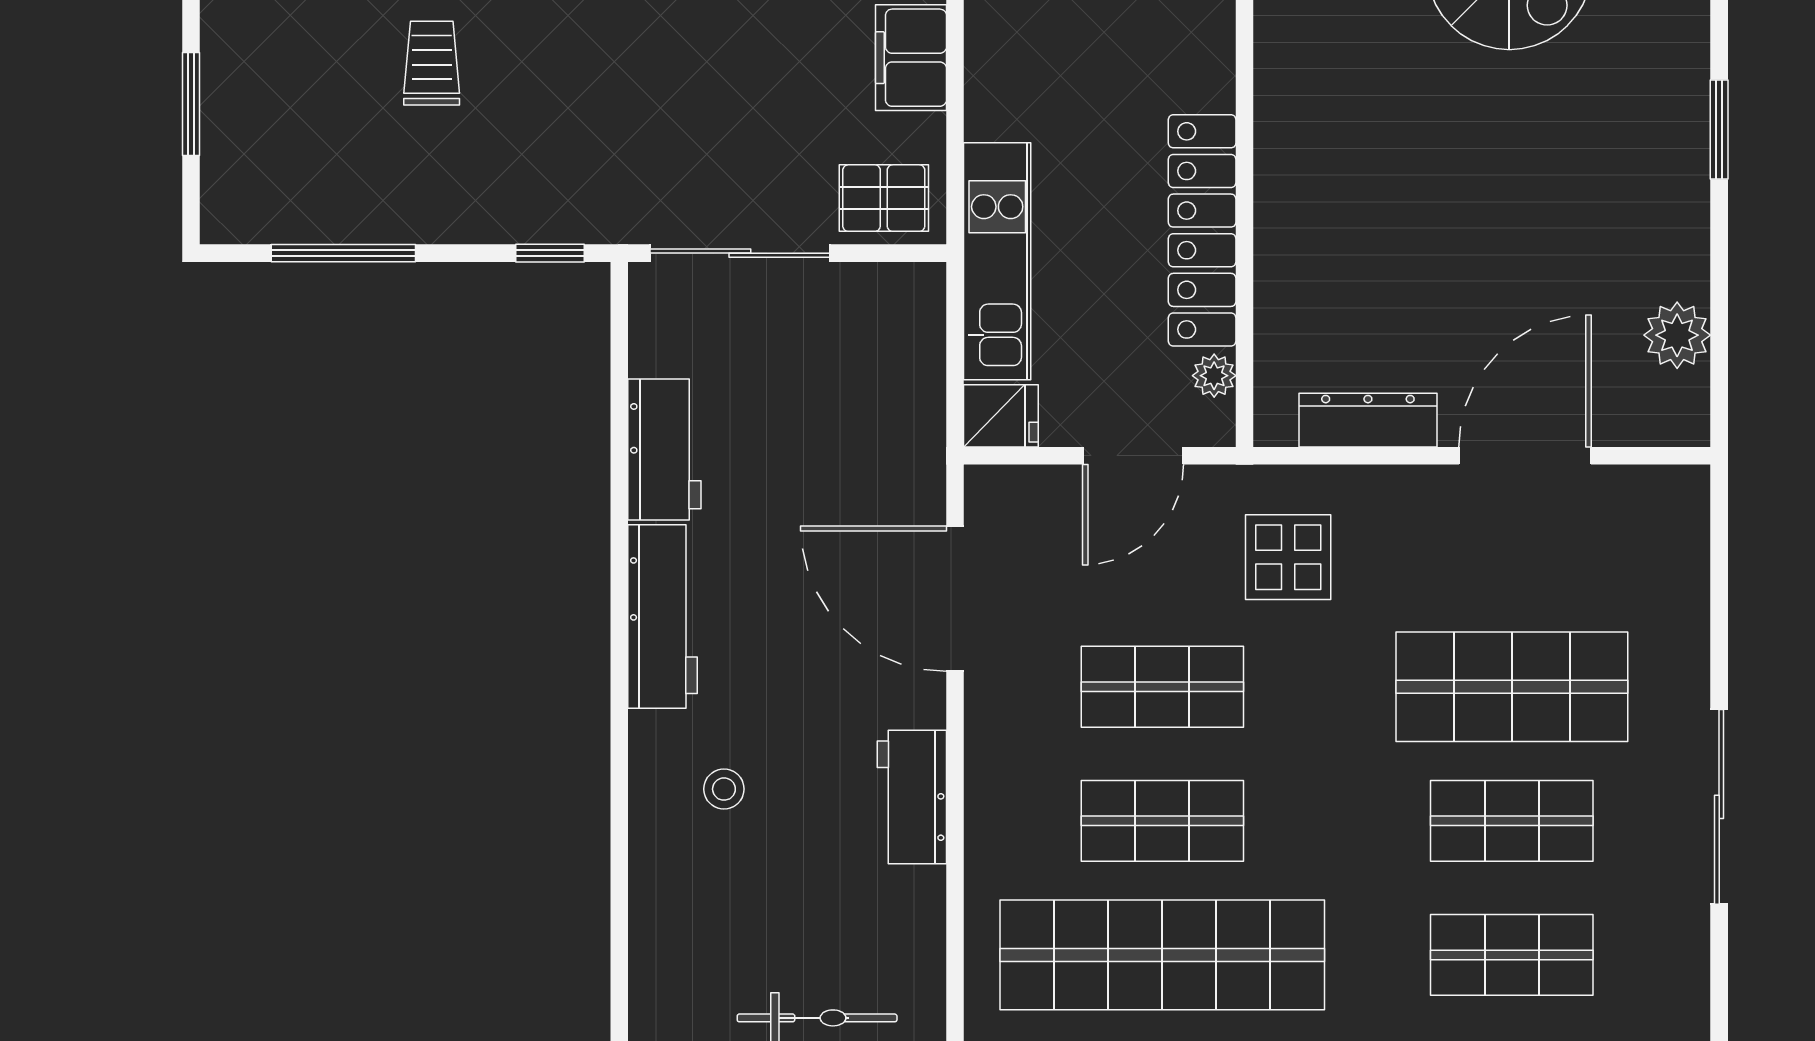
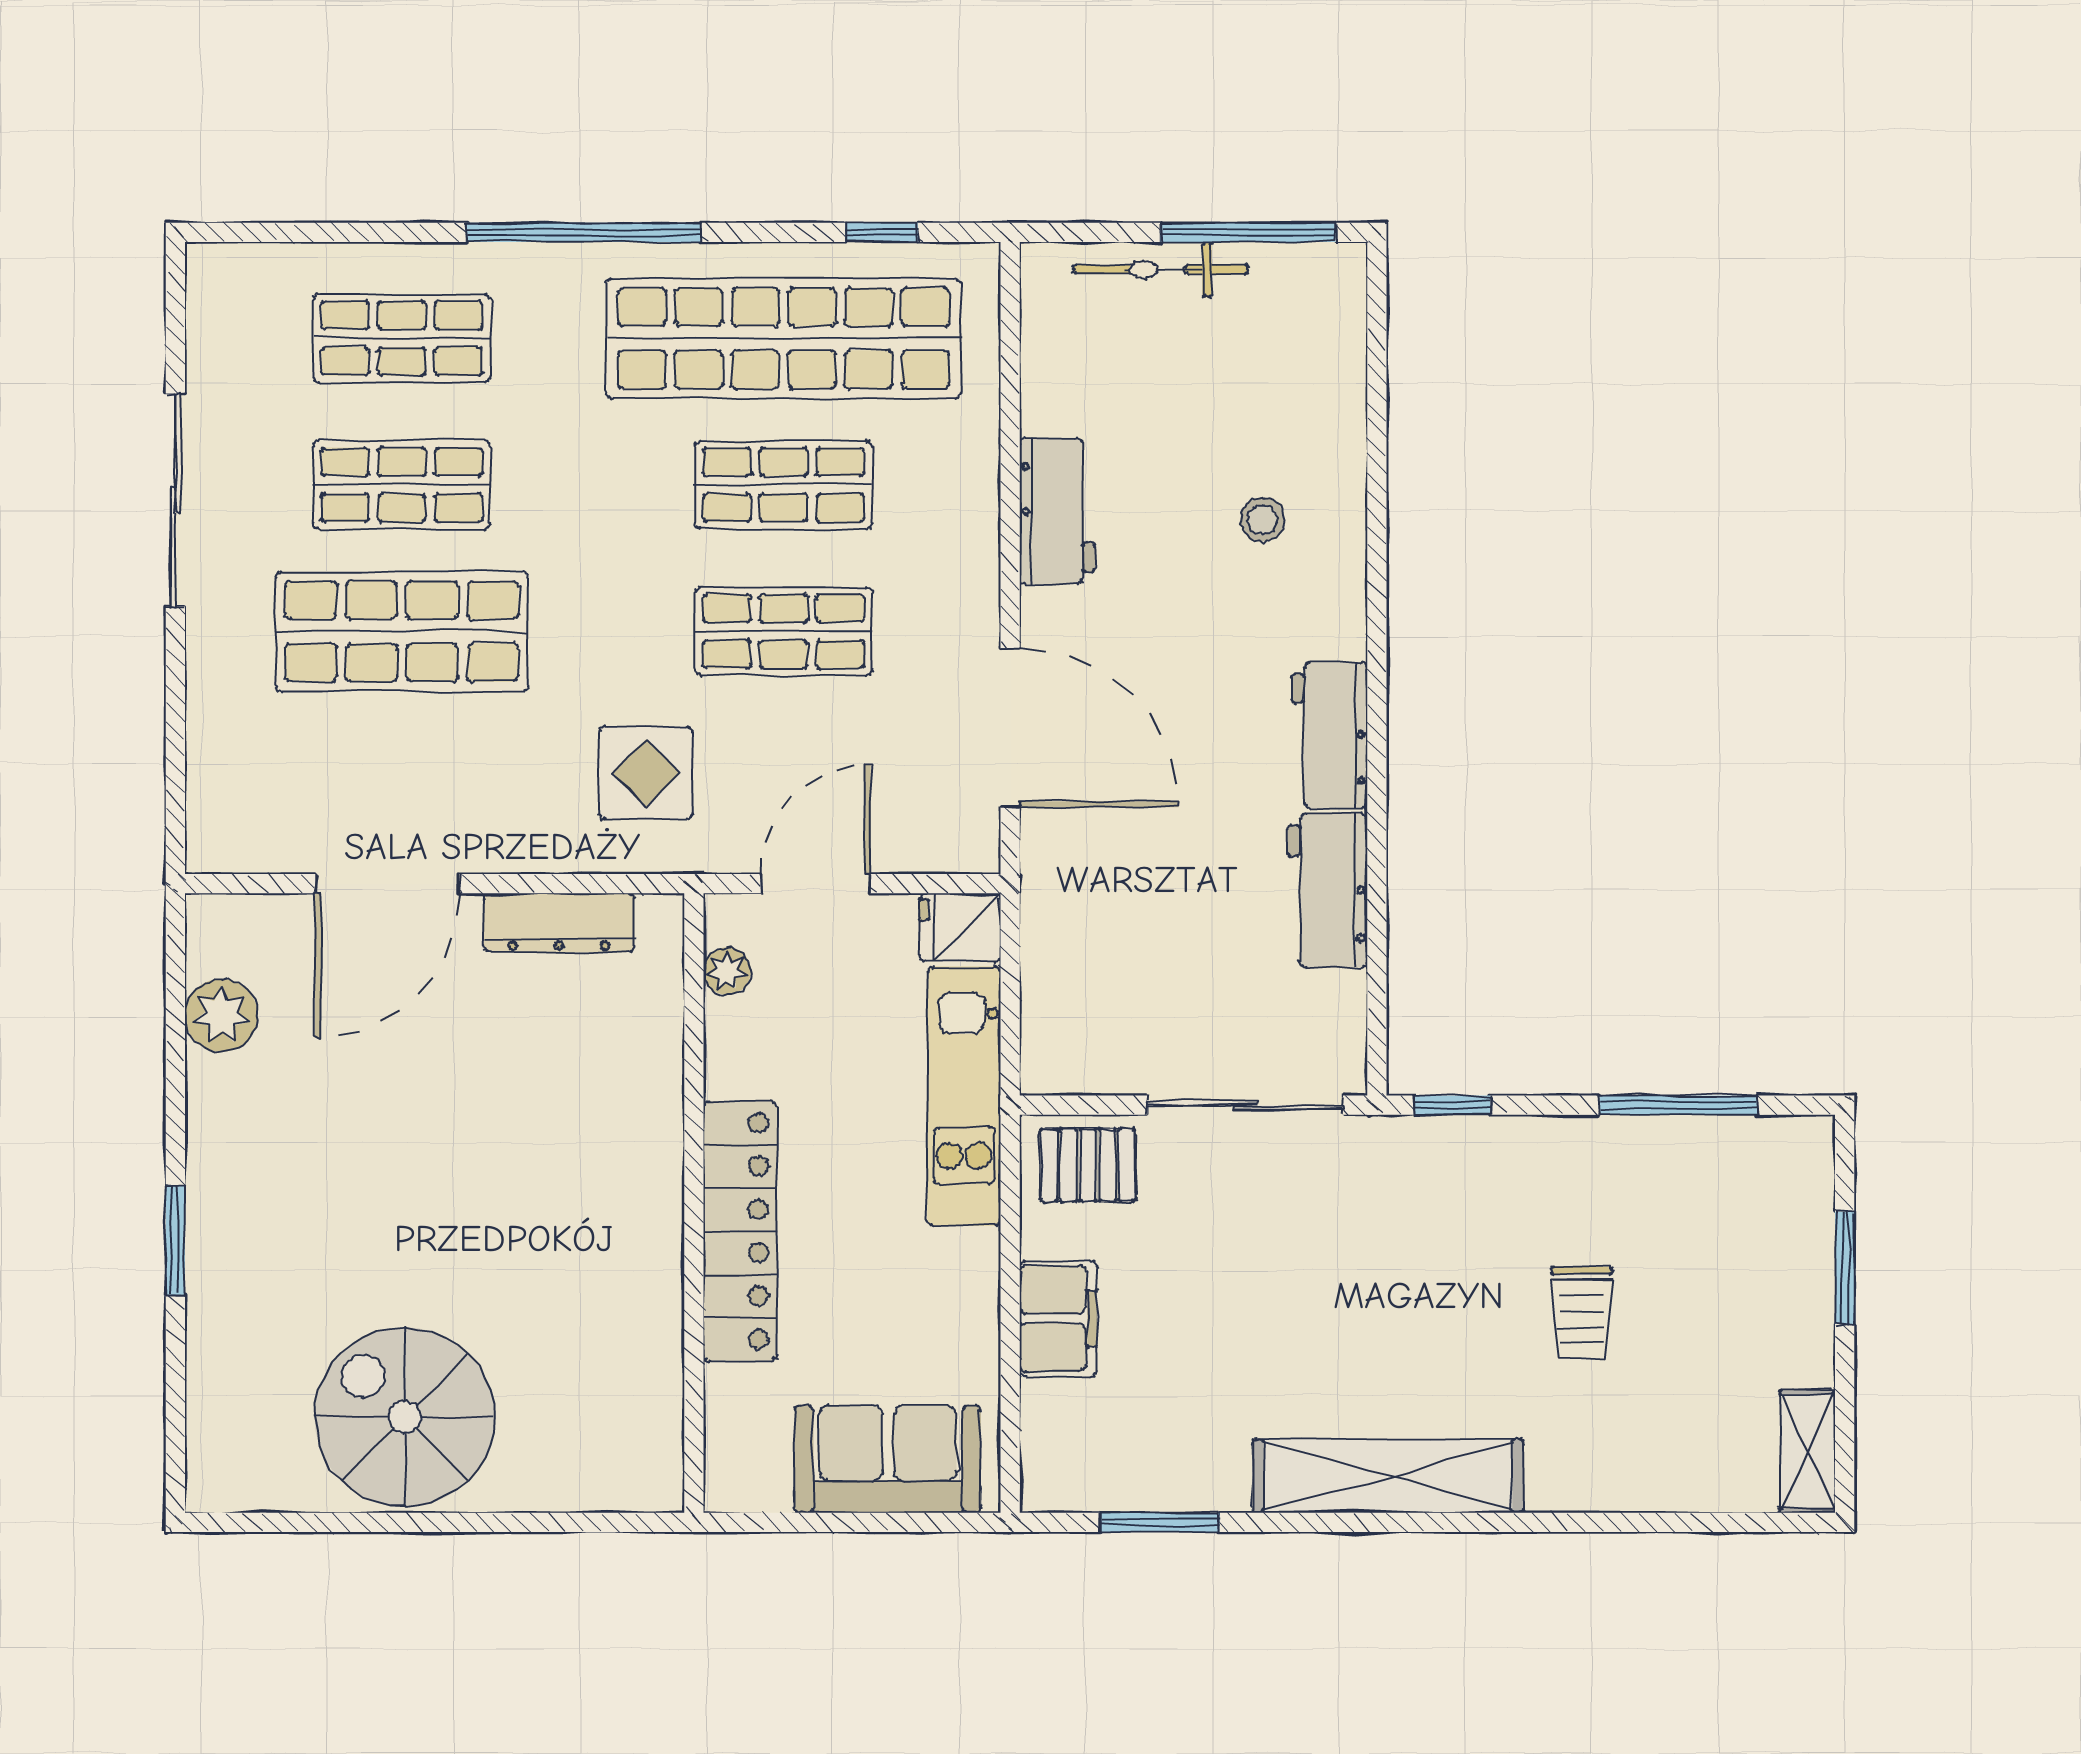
locker: (1202, 230) -> (740, 1231), moved
workbench: (662, 616) -> (1330, 735), width x0.73

